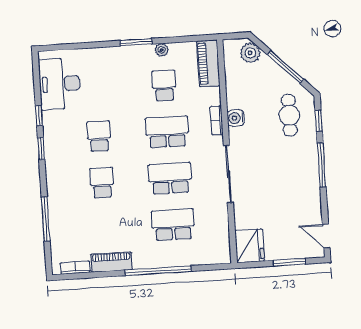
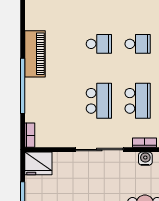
school desk: (173, 225) -> (60, 101), removed
piano: (111, 262) -> (35, 54), width x1.37, depth x1.33
bookcase: (75, 268) -> (30, 135), moved

